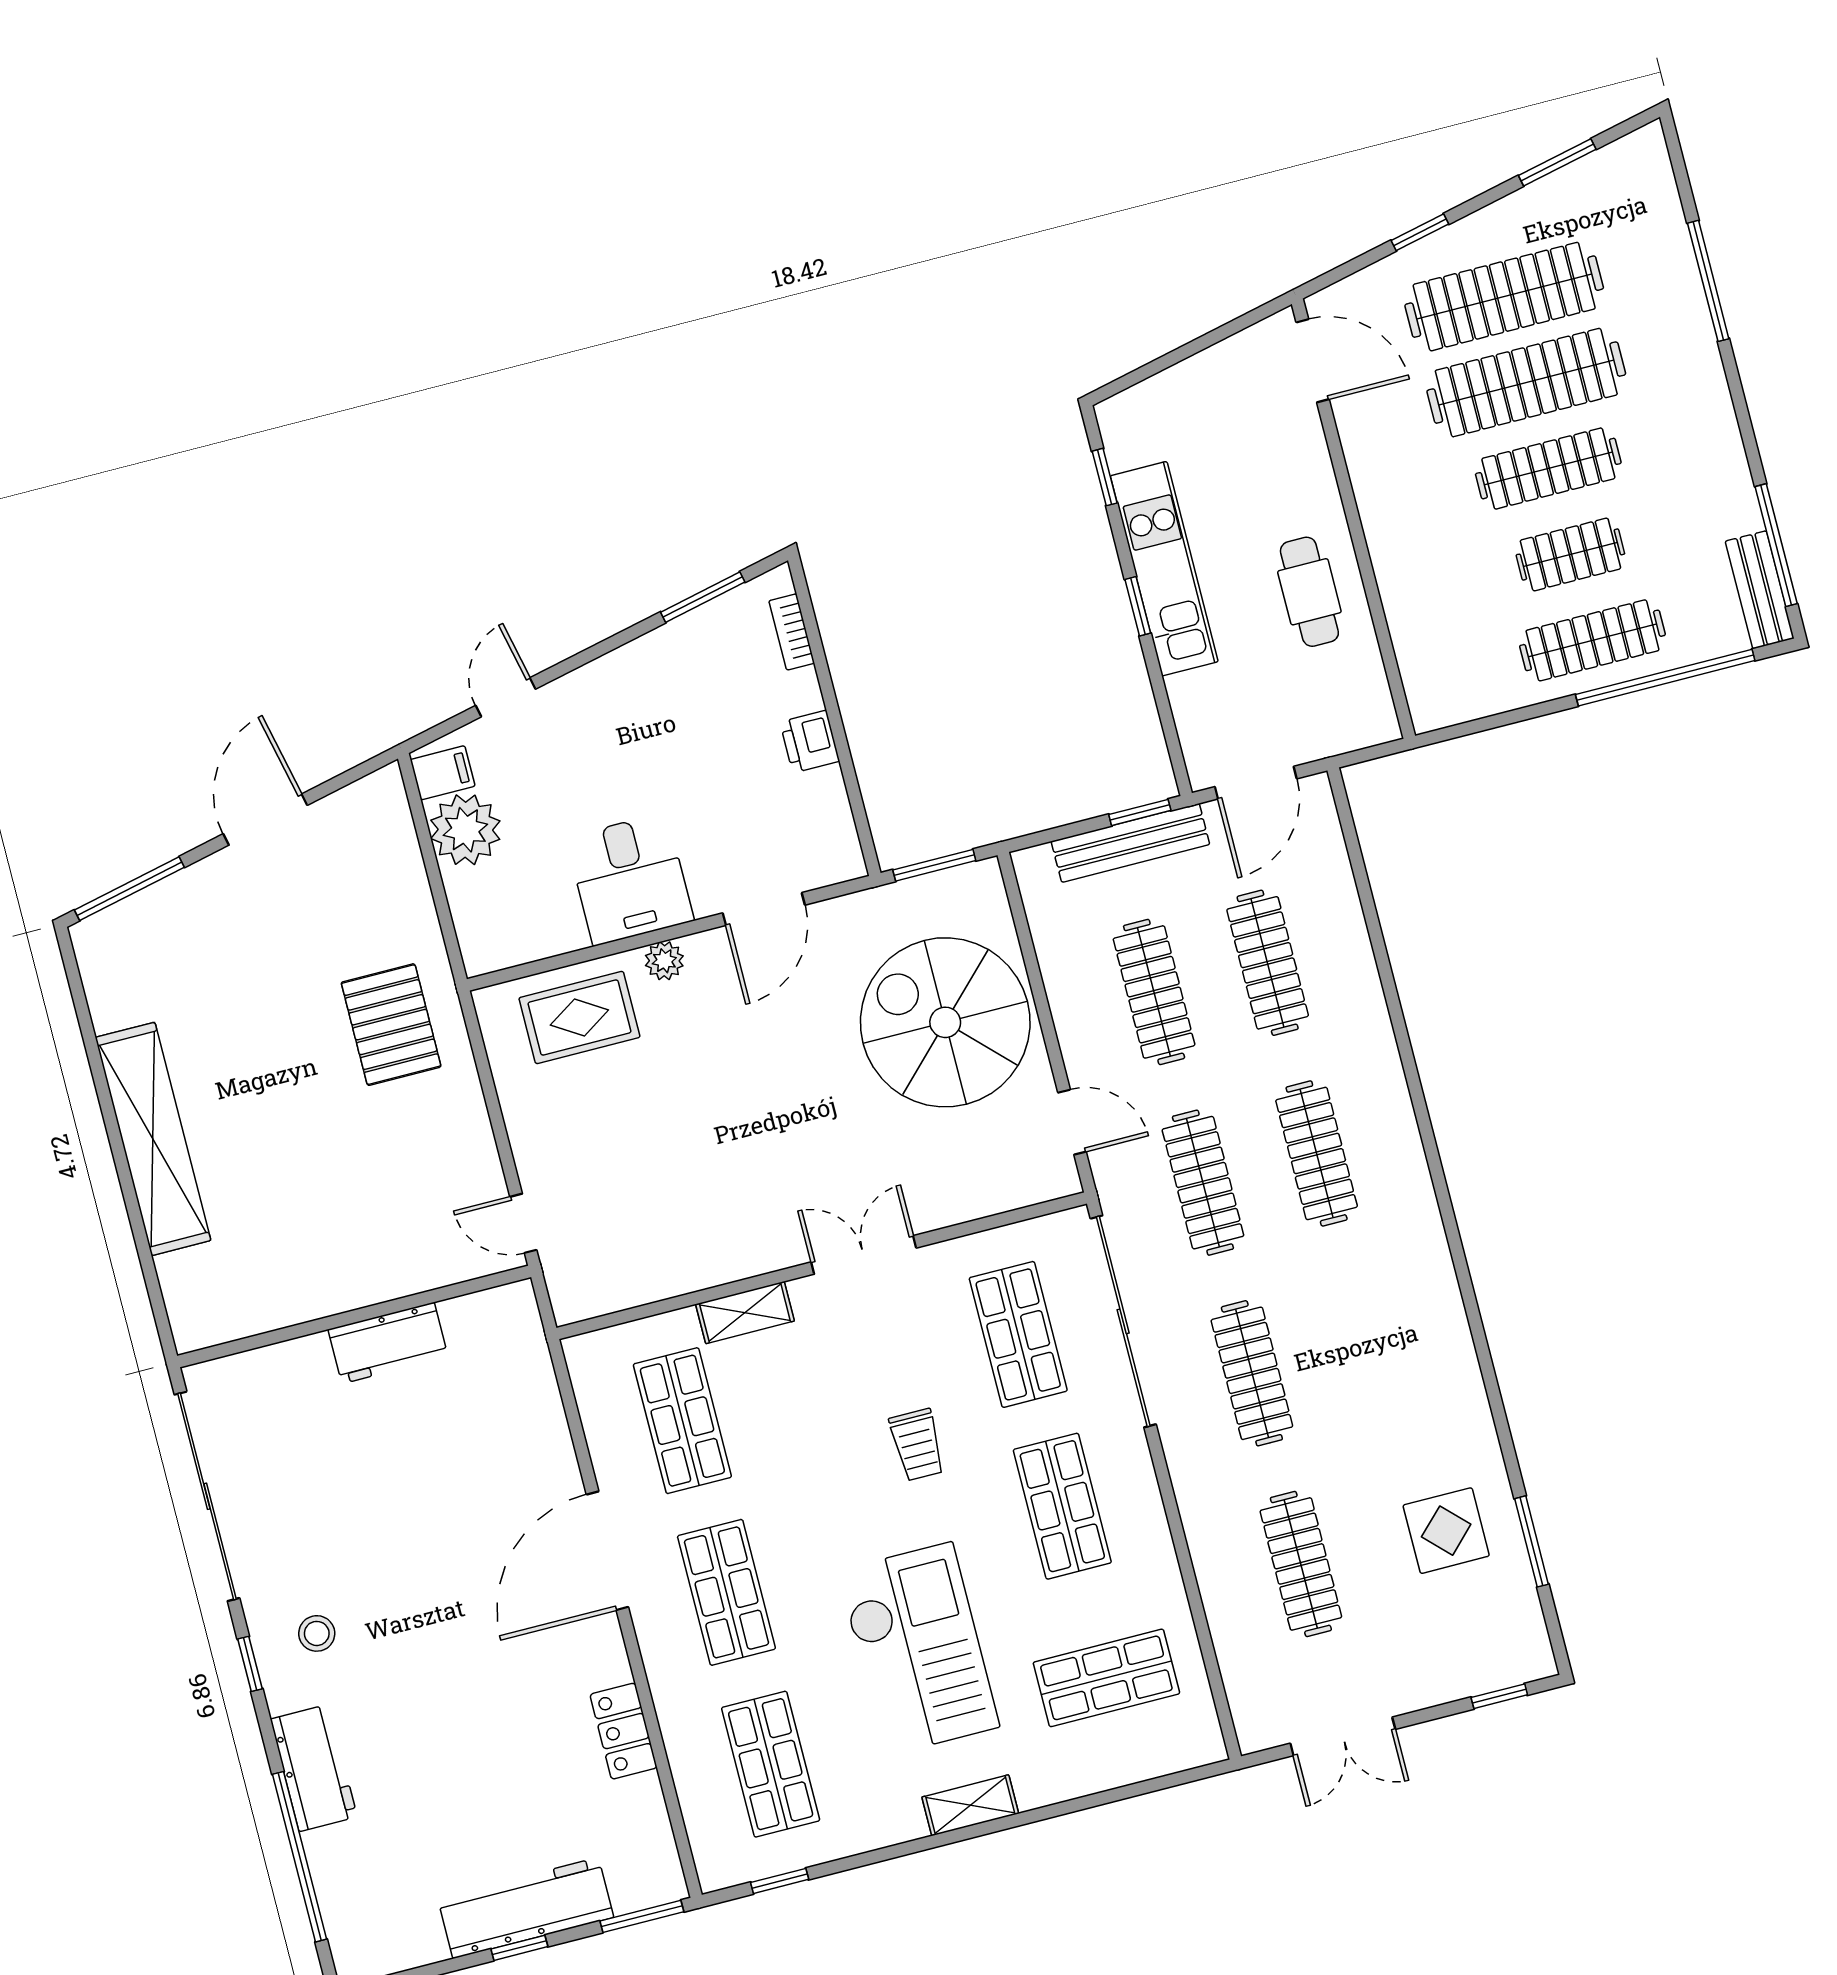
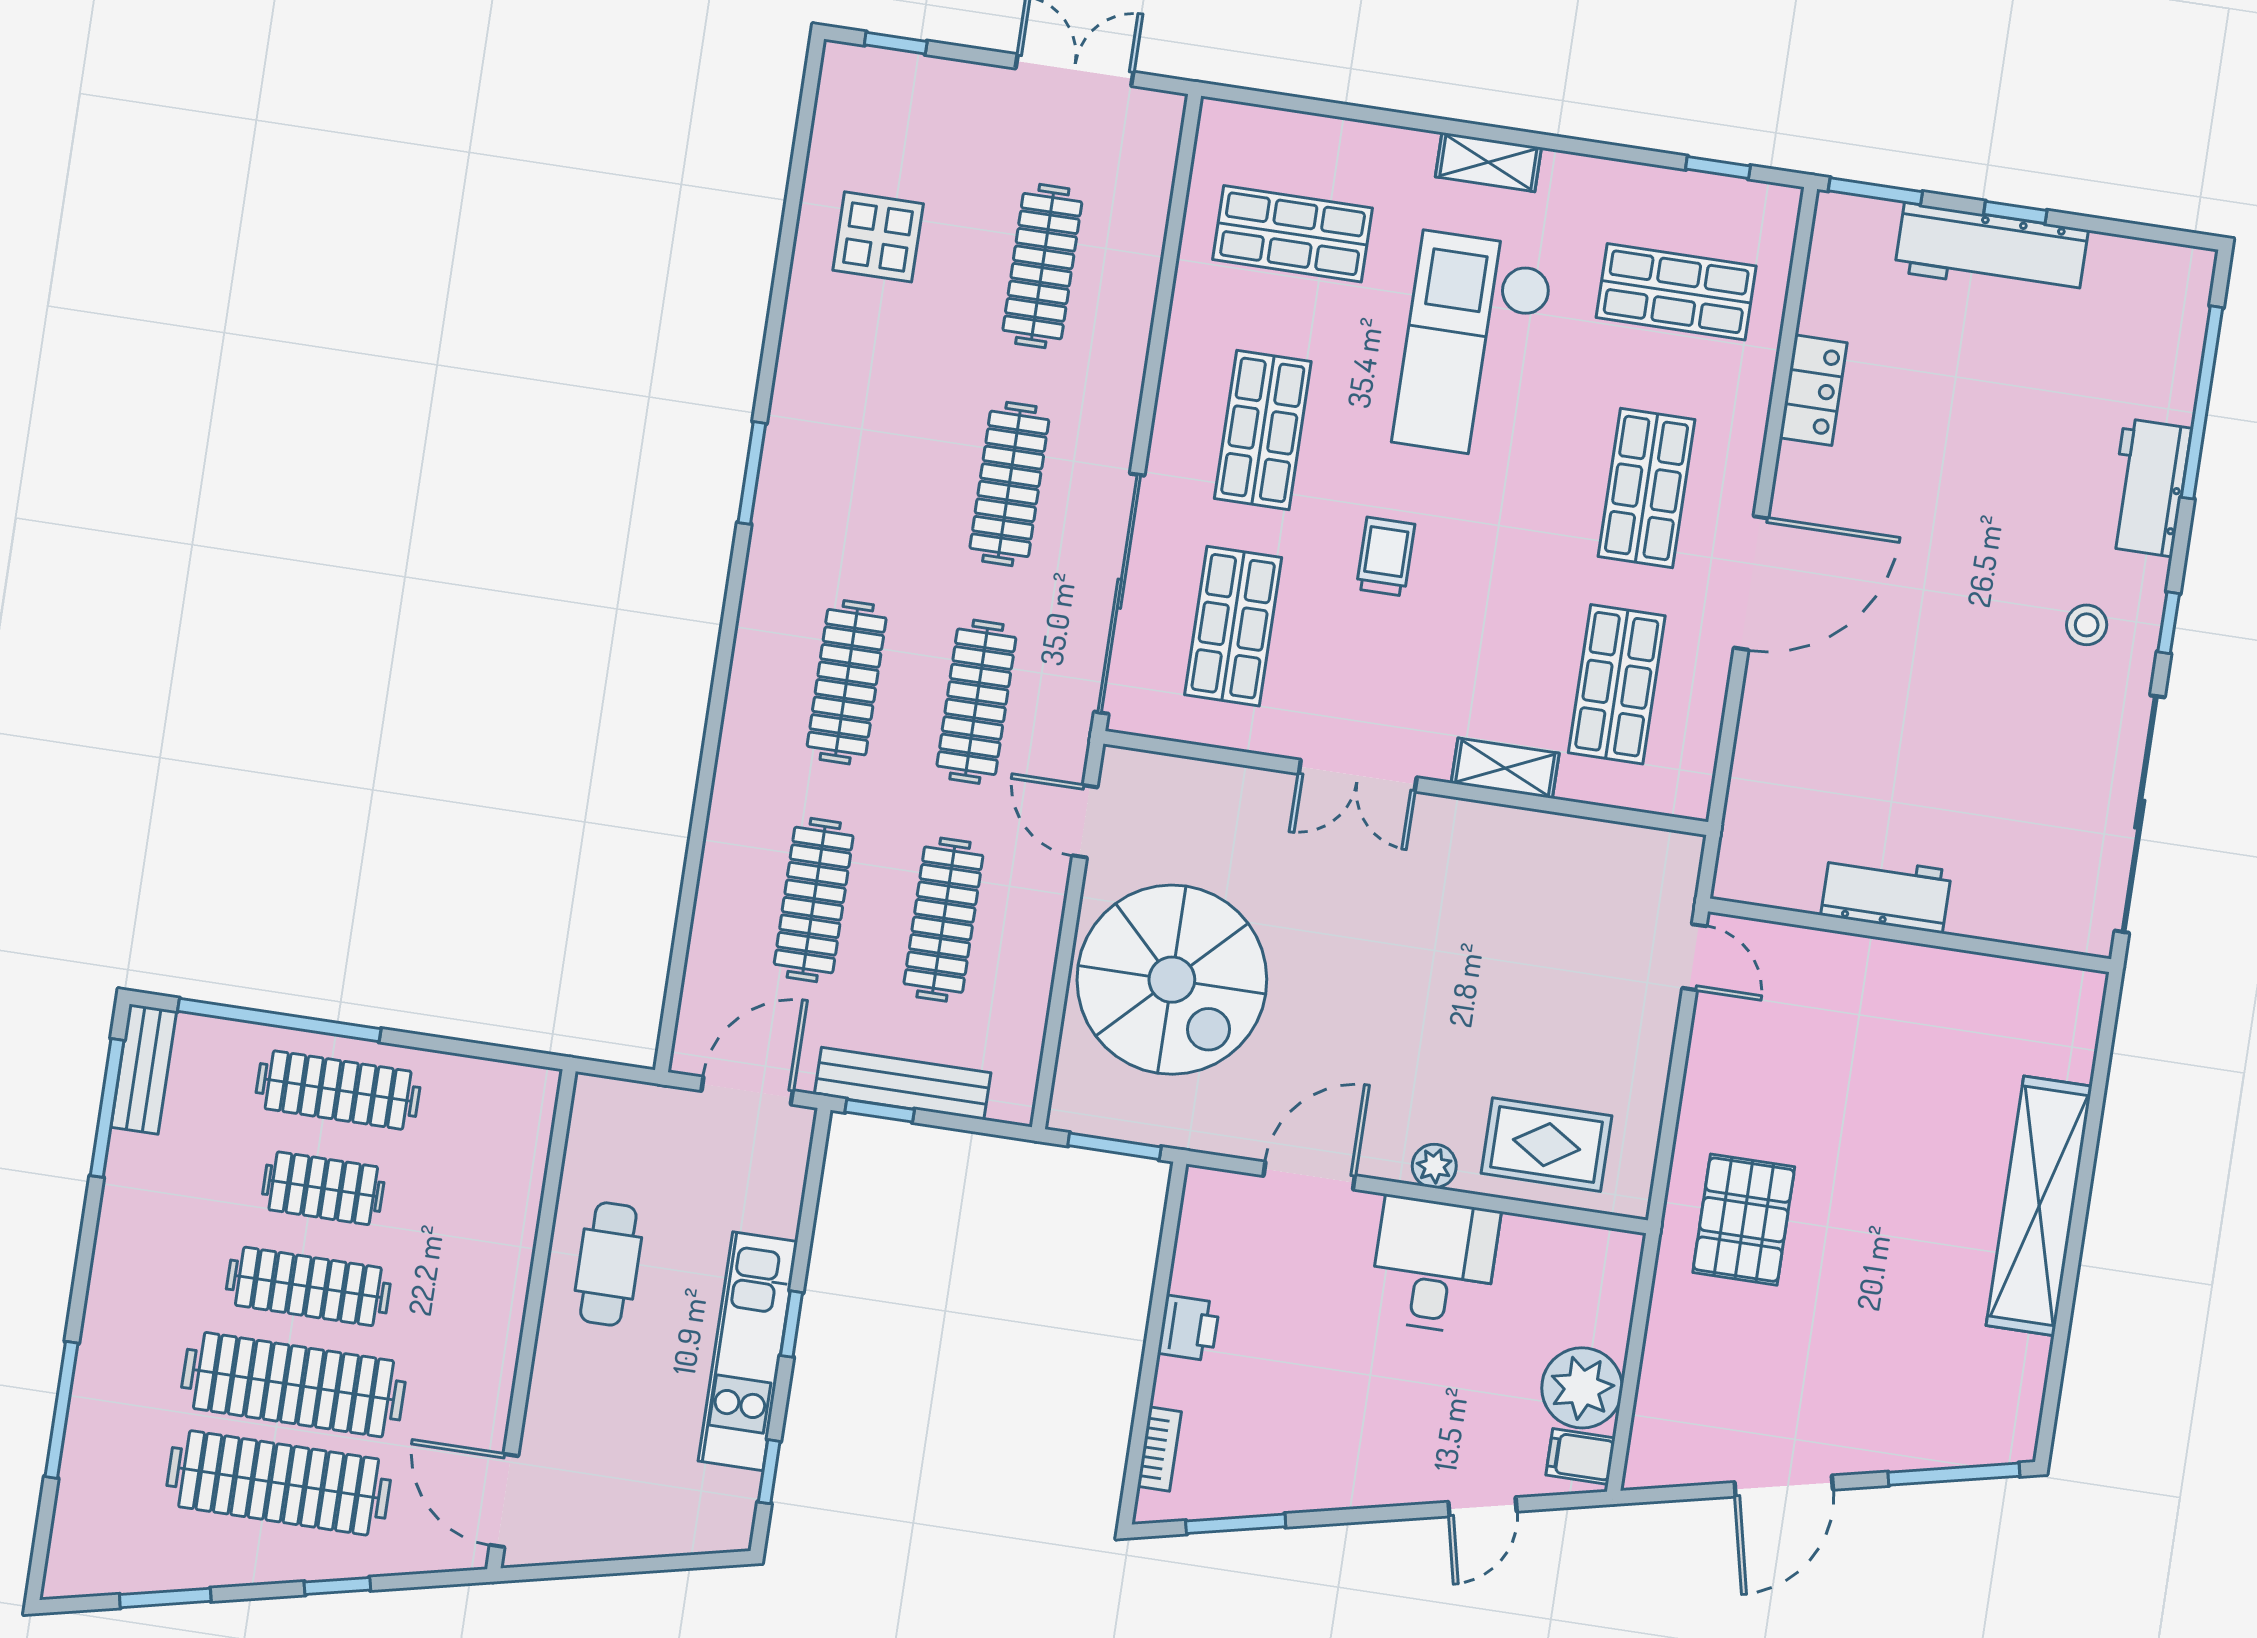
window: (1532, 1541) -> (752, 473), moved
shop shelf: (771, 1764) -> (1676, 292), turned 90

